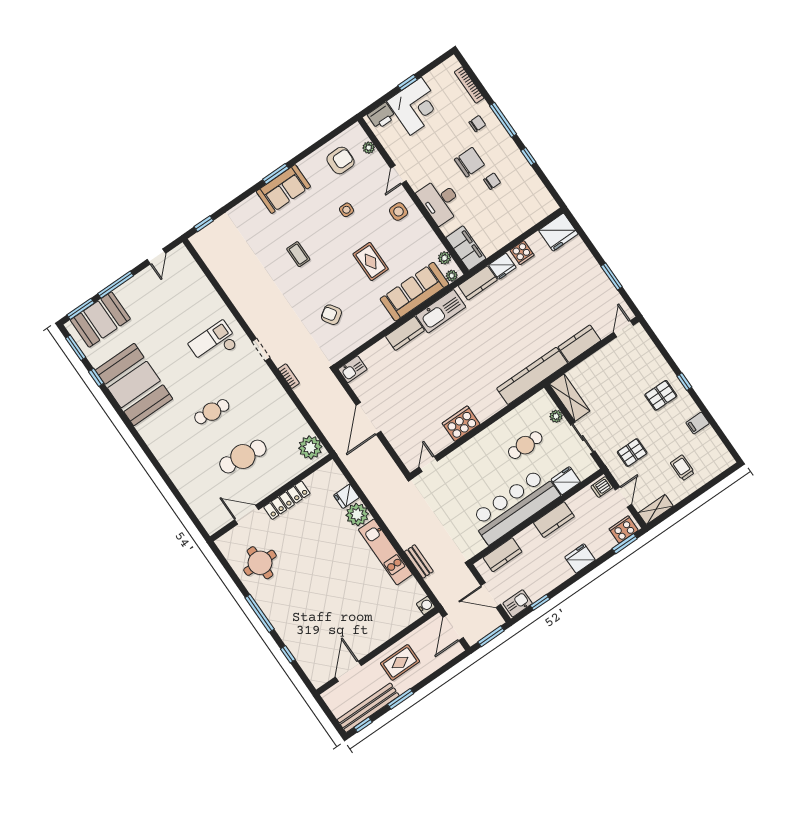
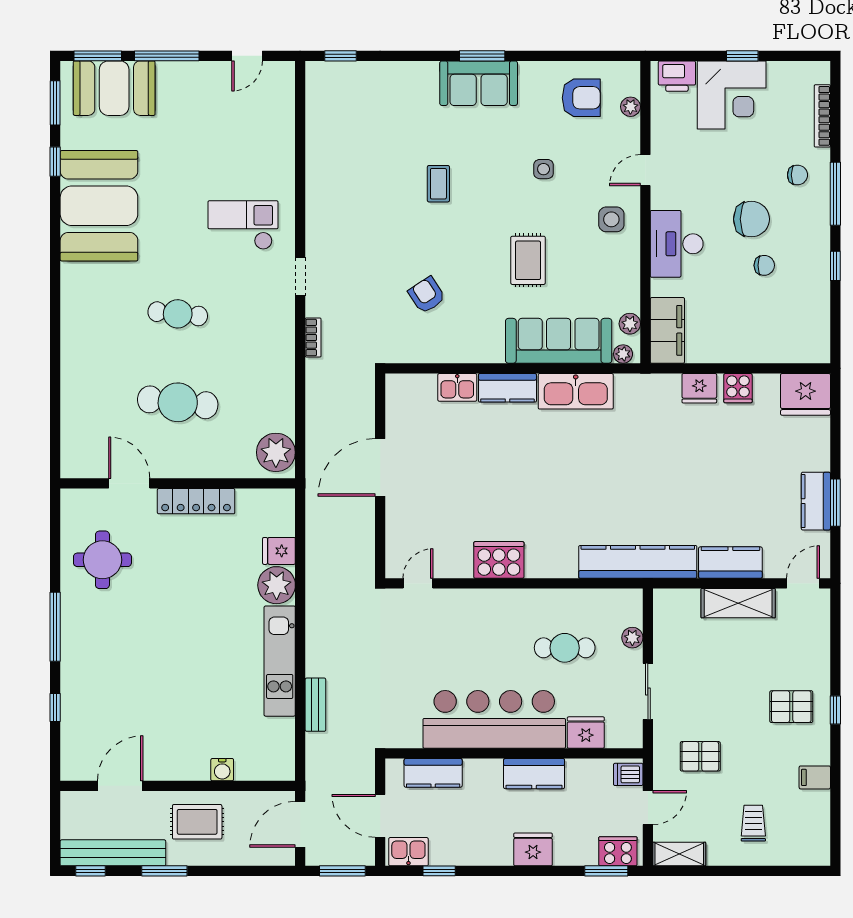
kitchen counter: (478, 283) -> (816, 501), moved, turned 90
kitchen sink: (353, 369) -> (457, 387), moved
shelving: (570, 398) -> (738, 603), moved, turned 90
water cooler: (426, 605) -> (222, 770), moved, turned 90

